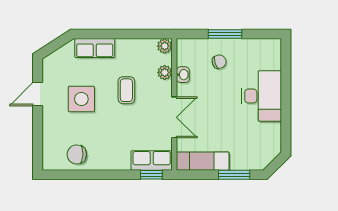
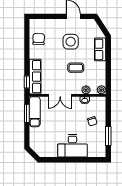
window: (225, 34) -> (108, 136), moved
row of seats: (152, 160) -> (35, 77), width x1.48
window: (234, 175) -> (27, 113), moved

